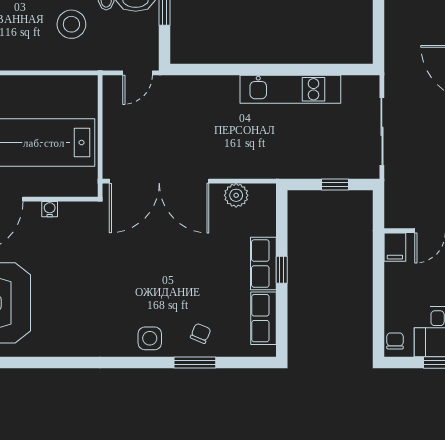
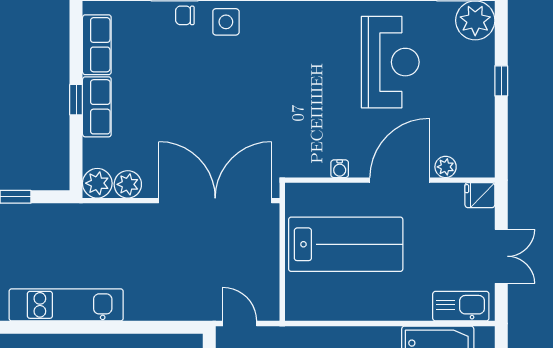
door: (138, 73) -> (240, 323), hinge flipped
plant: (263, 196) -> (97, 183), added
chair: (201, 333) -> (185, 15), moved, turned 67

